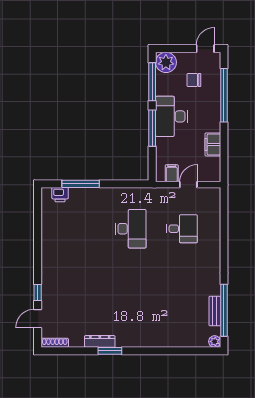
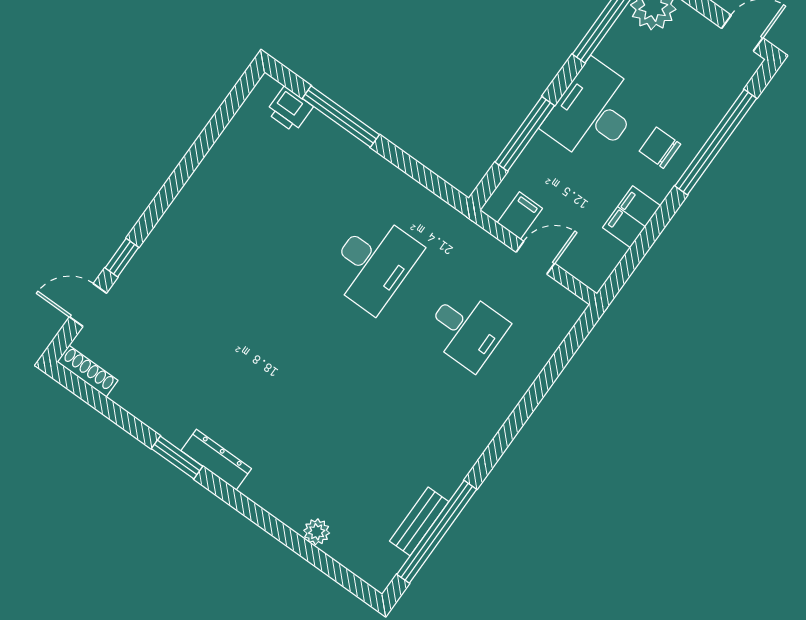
chair: (194, 80) -> (660, 148), moved
window: (152, 128) -> (525, 134), moved
dresser: (100, 341) -> (216, 460), moved
plant: (215, 342) -> (317, 532), moved

